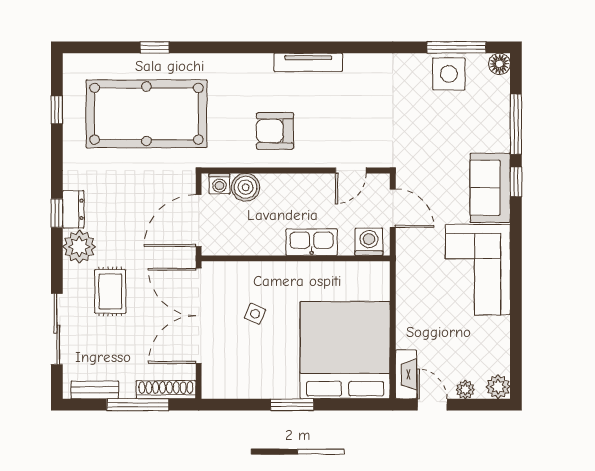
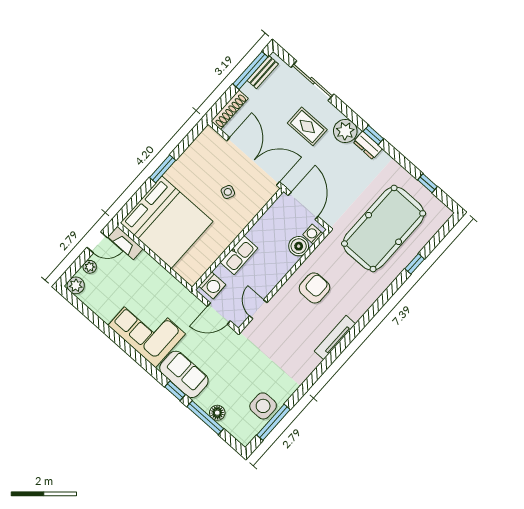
floor lamp: (499, 64) -> (217, 413), moved
window: (138, 405) -> (250, 70), moved

